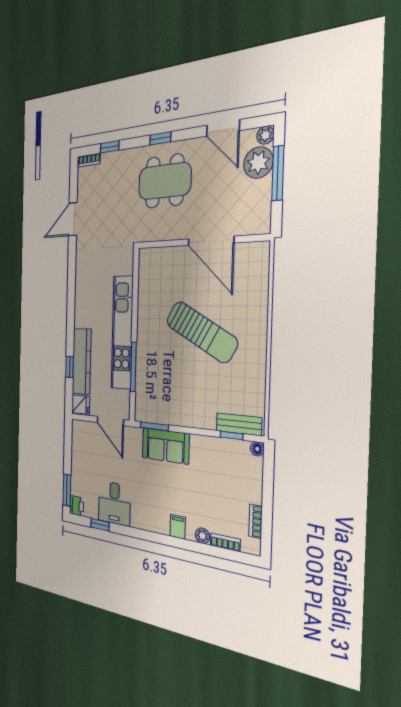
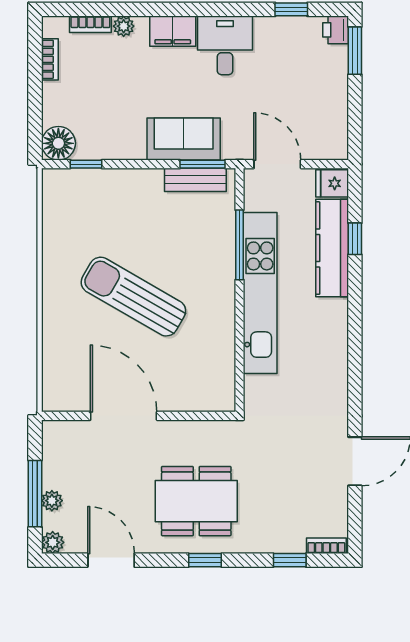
plant: (258, 163) -> (52, 501), width x0.53, depth x0.53
bench: (239, 424) -> (195, 180), moved
floor lamp: (257, 449) -> (58, 143), width x1.89, depth x1.89
desk: (114, 503) -> (225, 45), moved
filing cabinet: (178, 527) -> (173, 31), width x2.00

